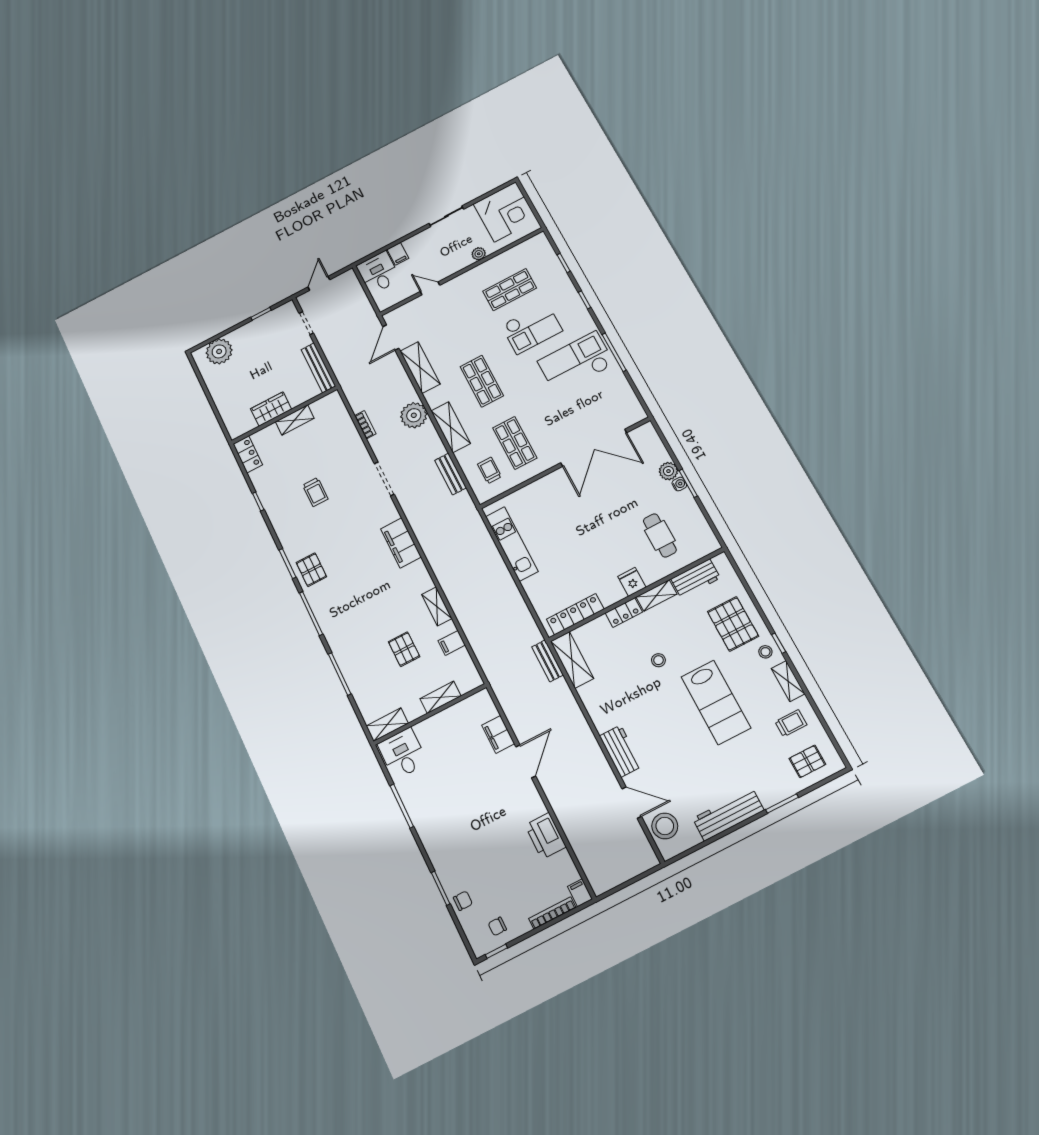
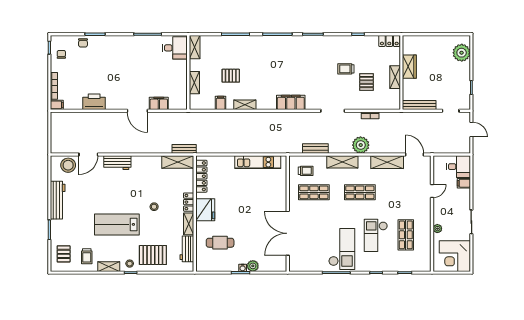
pallet: (311, 570) -> (367, 82), moved, turned 90
fridge: (632, 582) -> (205, 210), width x1.88, depth x1.34

